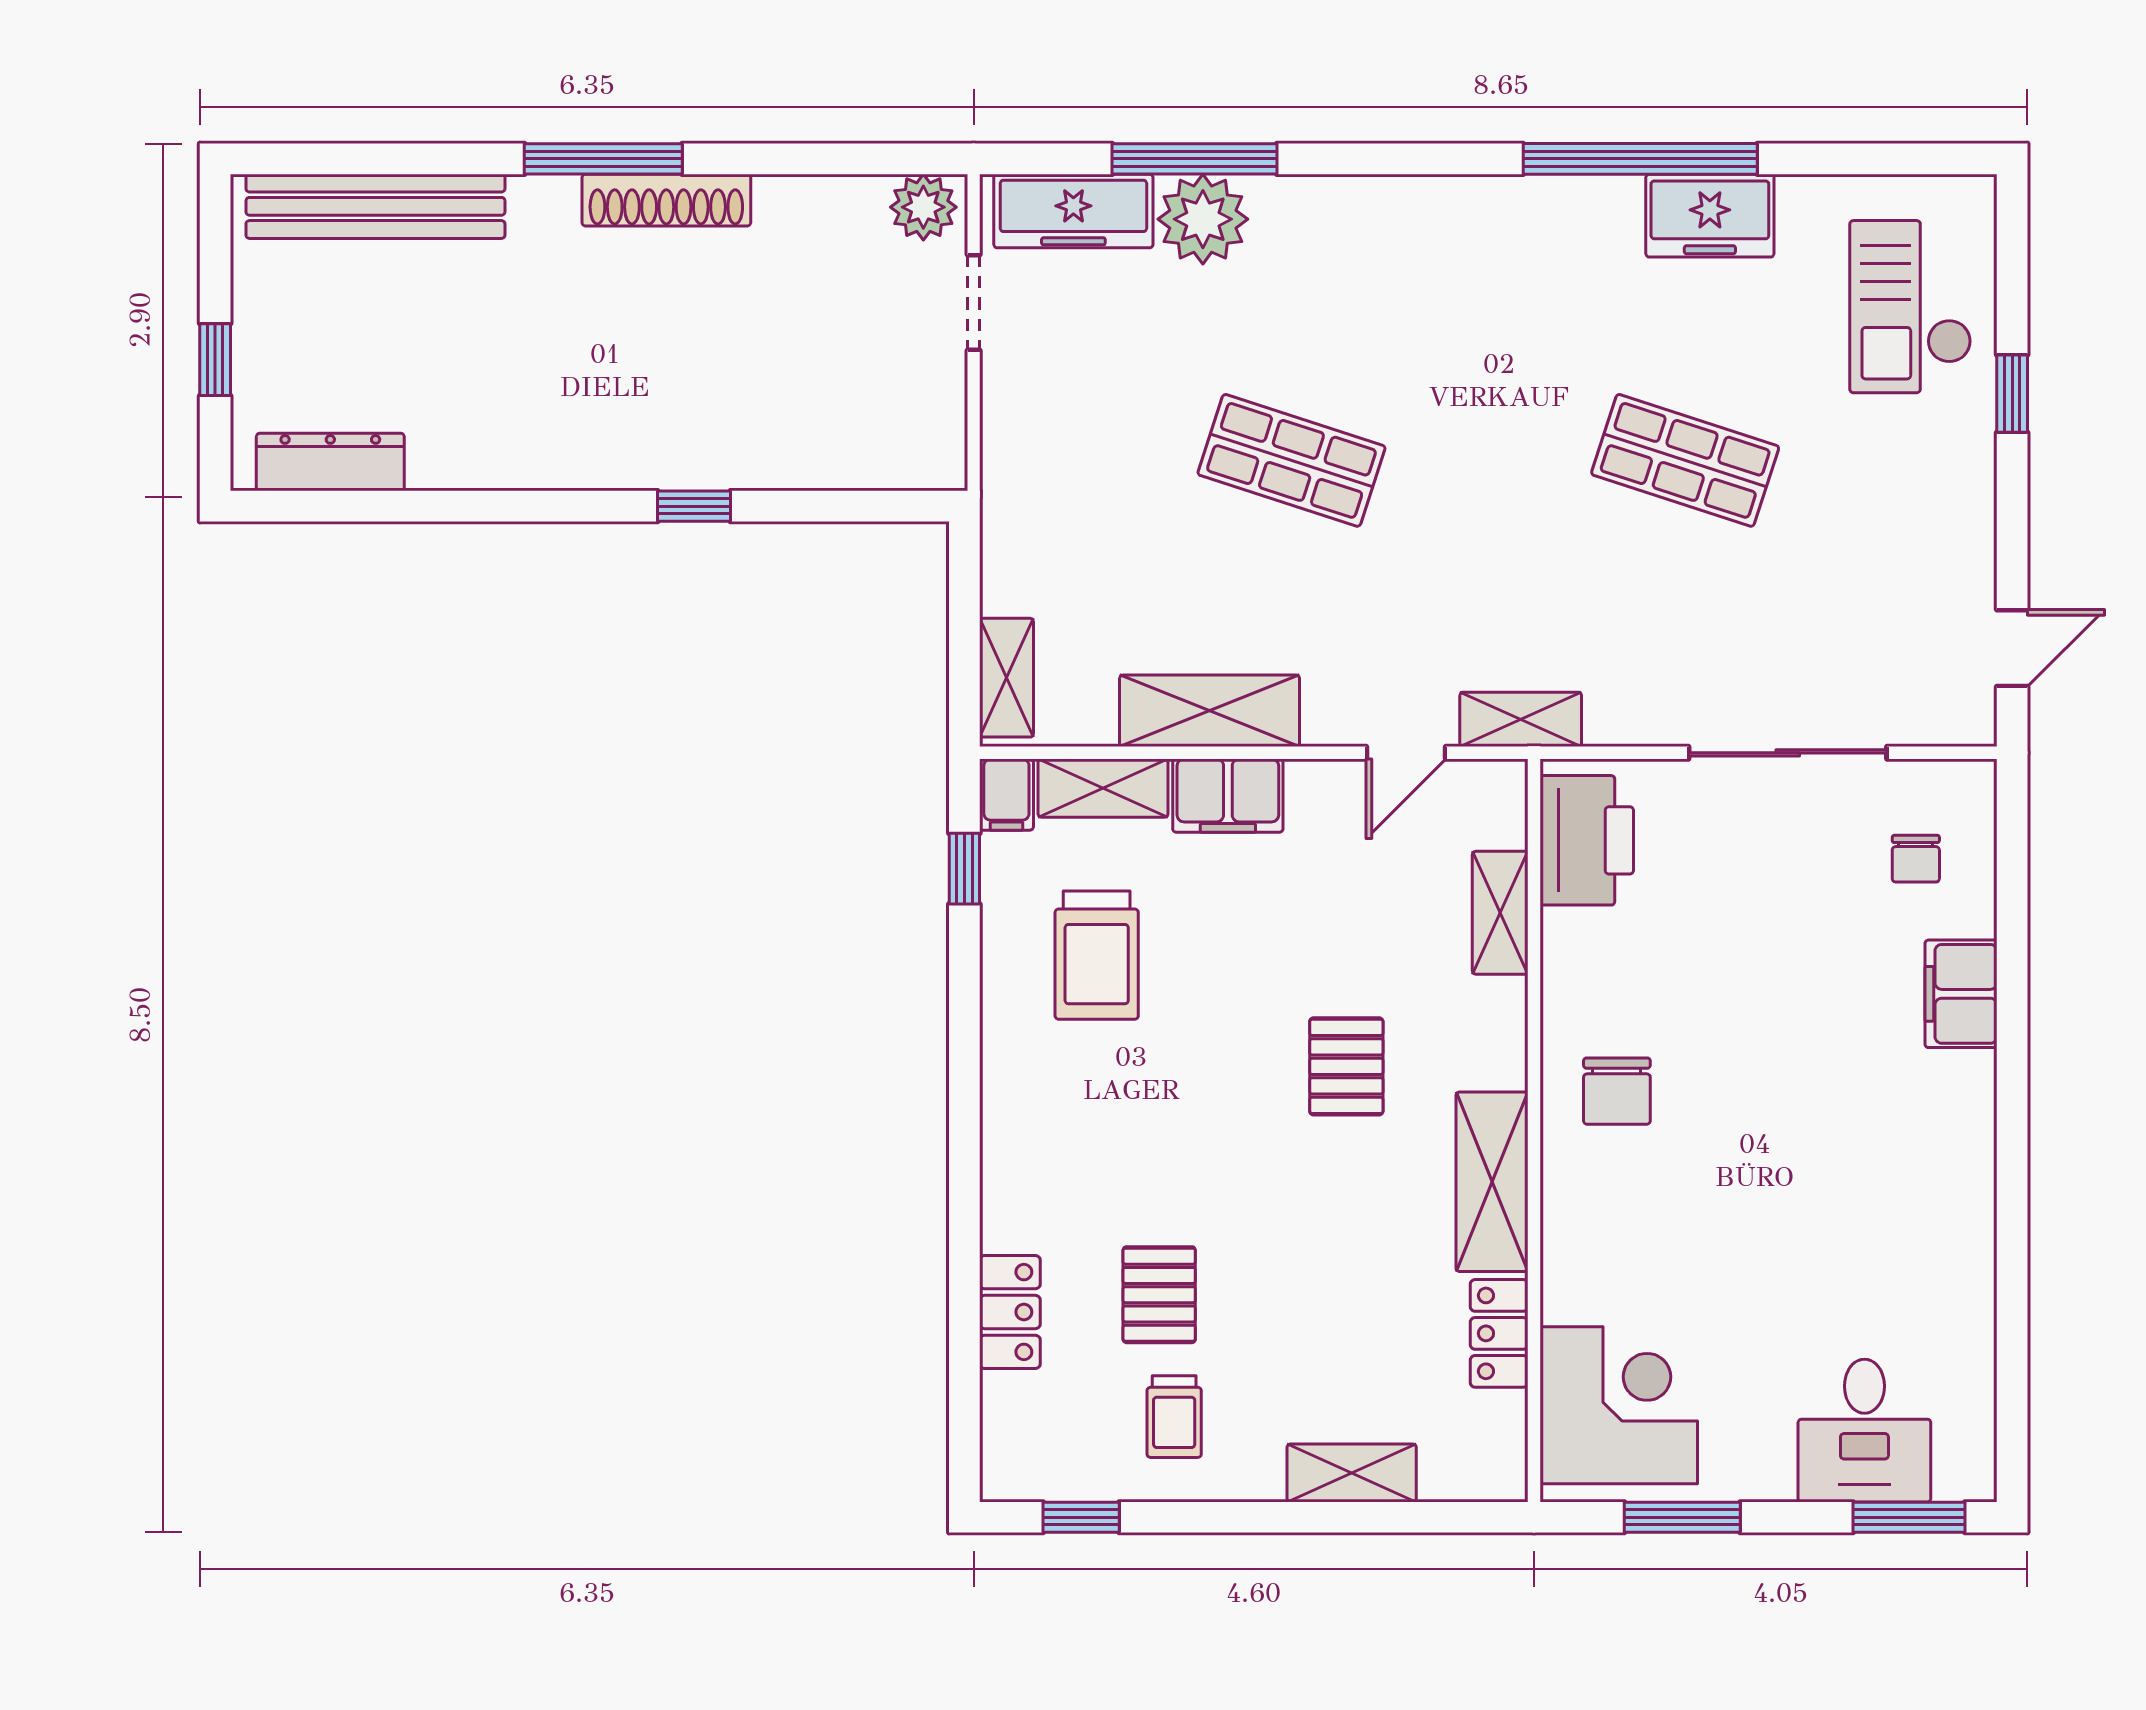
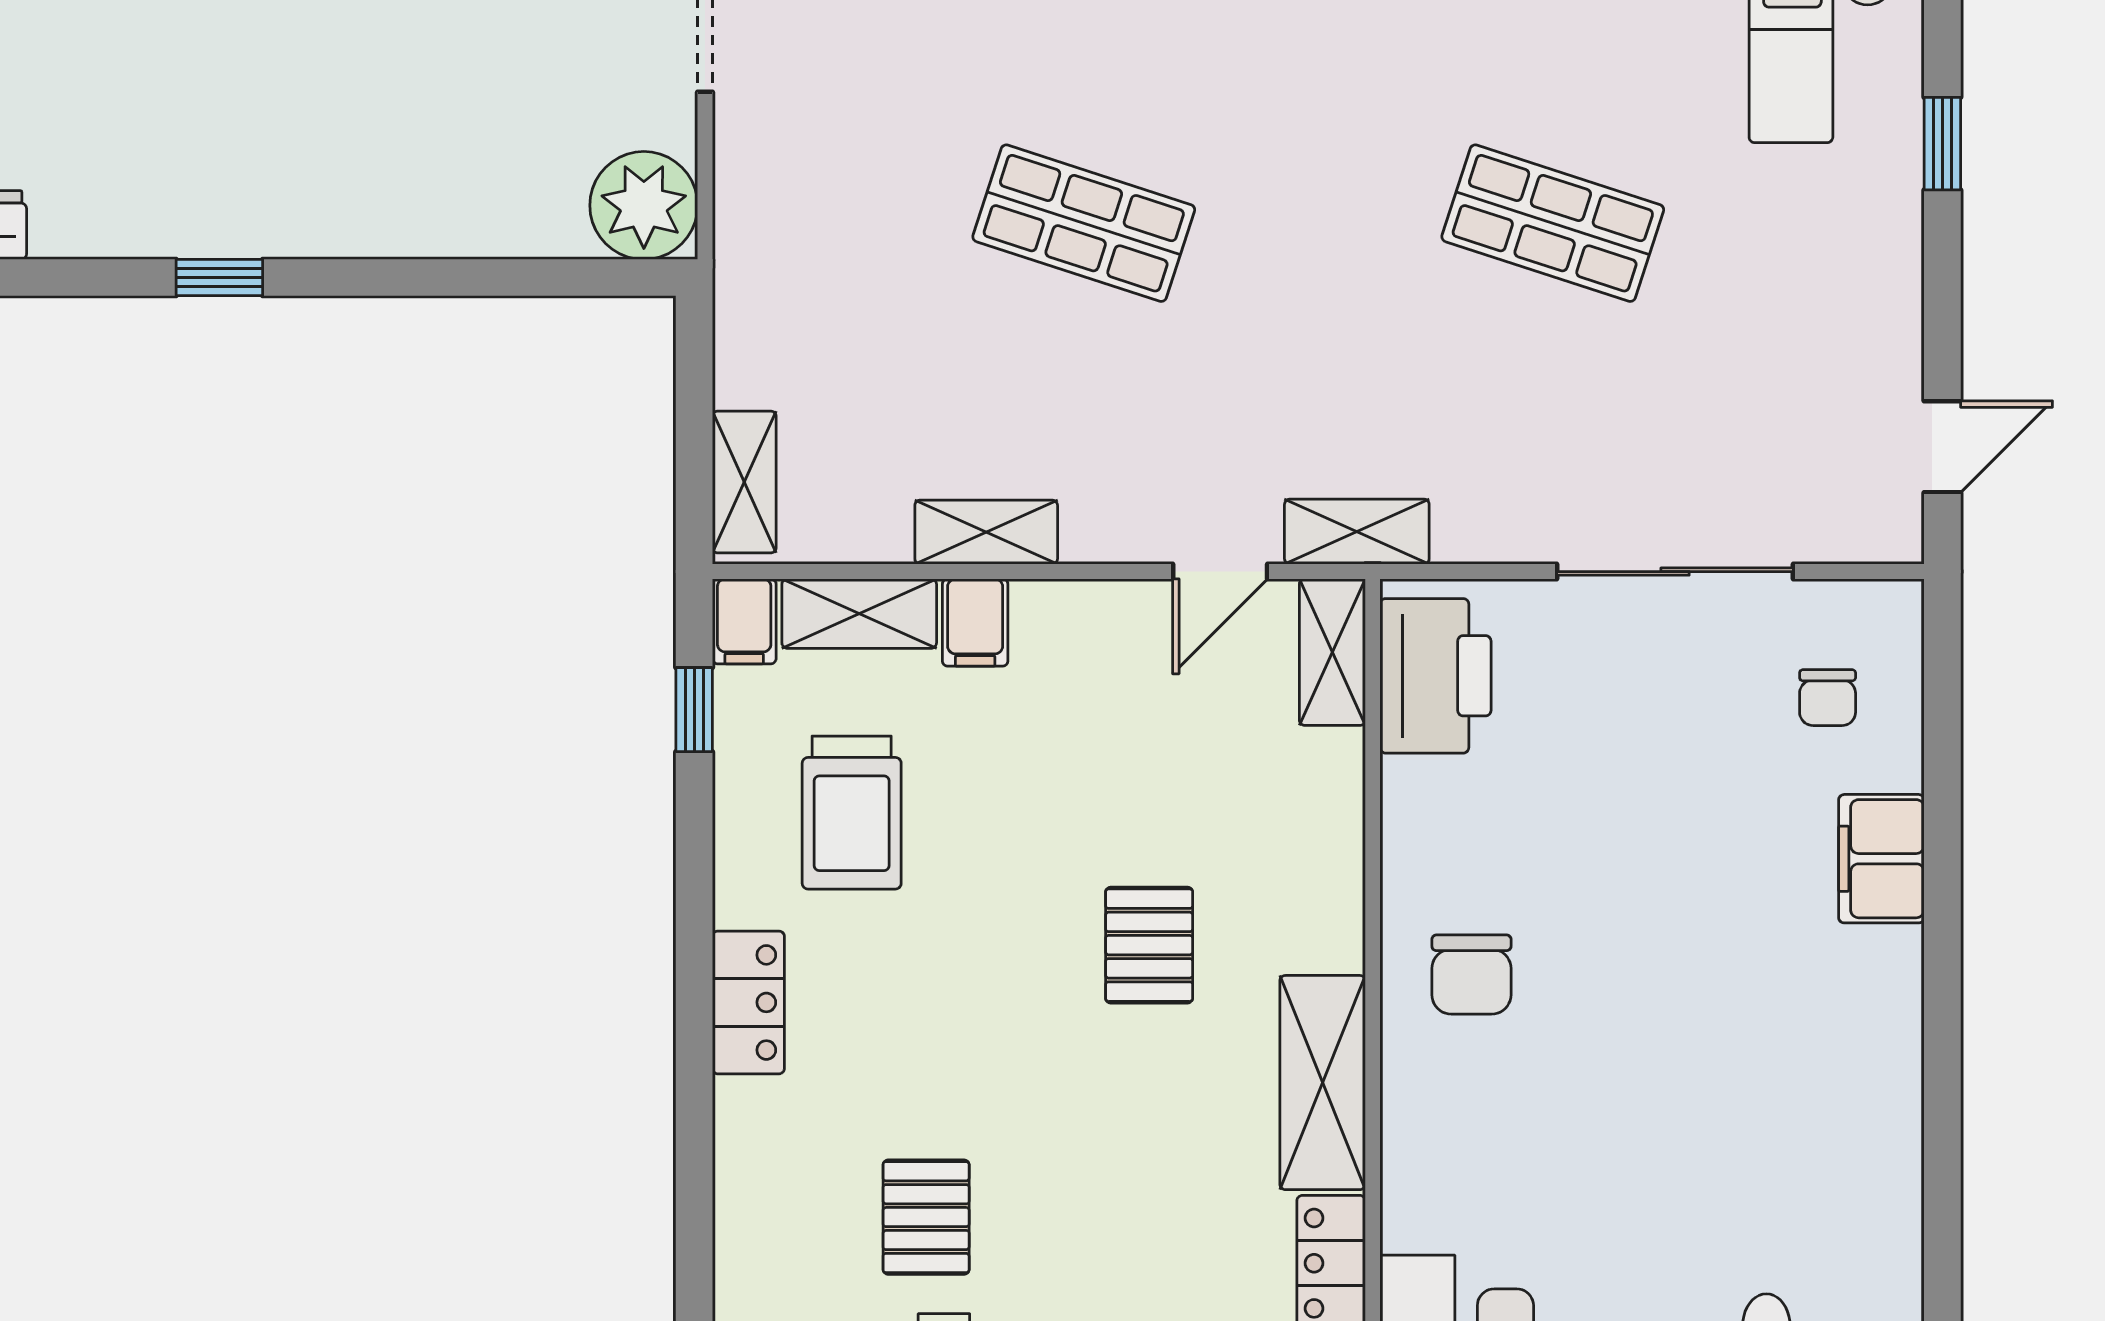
plant: (922, 446) -> (644, 205), added
window: (694, 506) -> (219, 278), moved
shelving: (1210, 711) -> (986, 532), width x0.67, depth x0.75
filing cabinet: (1228, 796) -> (975, 622), width x0.50
shelving: (1500, 913) -> (1332, 652), moved
locker: (1010, 1312) -> (748, 1002), moved

